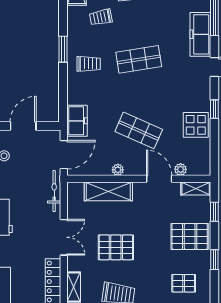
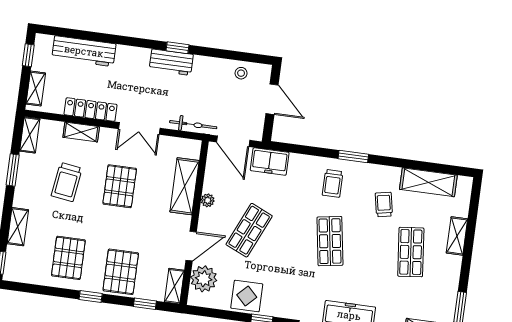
plant: (181, 169) -> (204, 279), width x1.87, depth x1.87
pallet: (184, 283) -> (68, 258), width x1.50, depth x1.42

